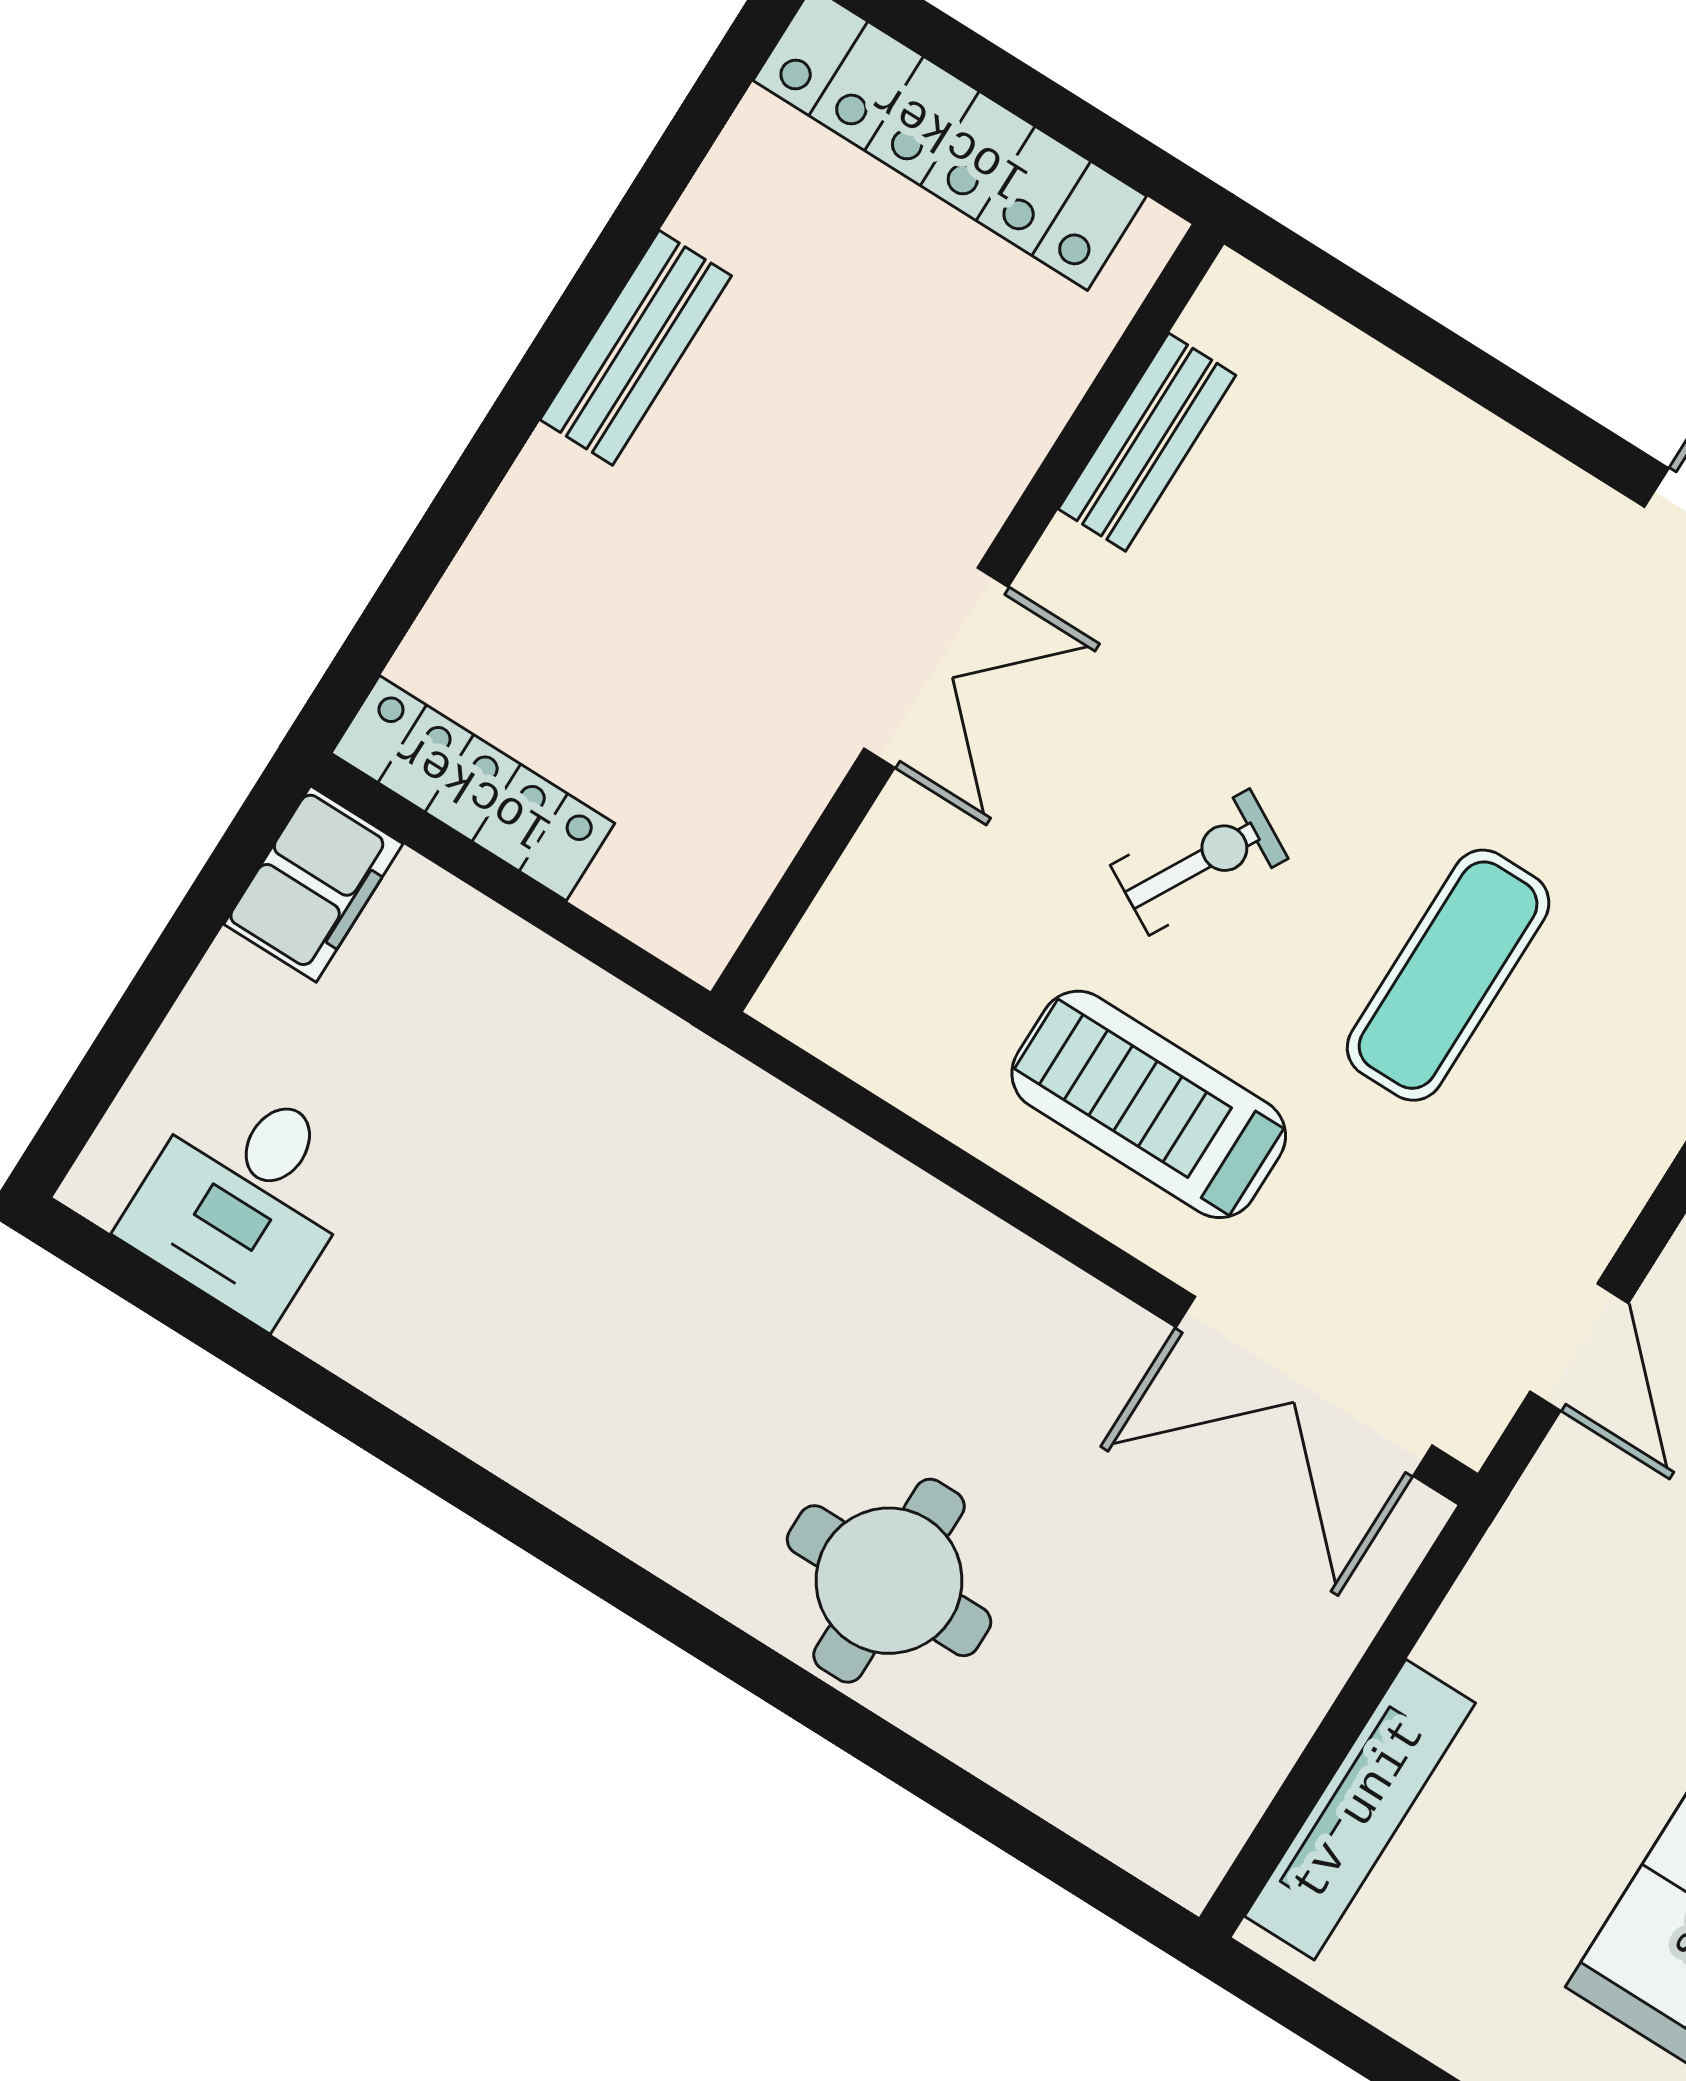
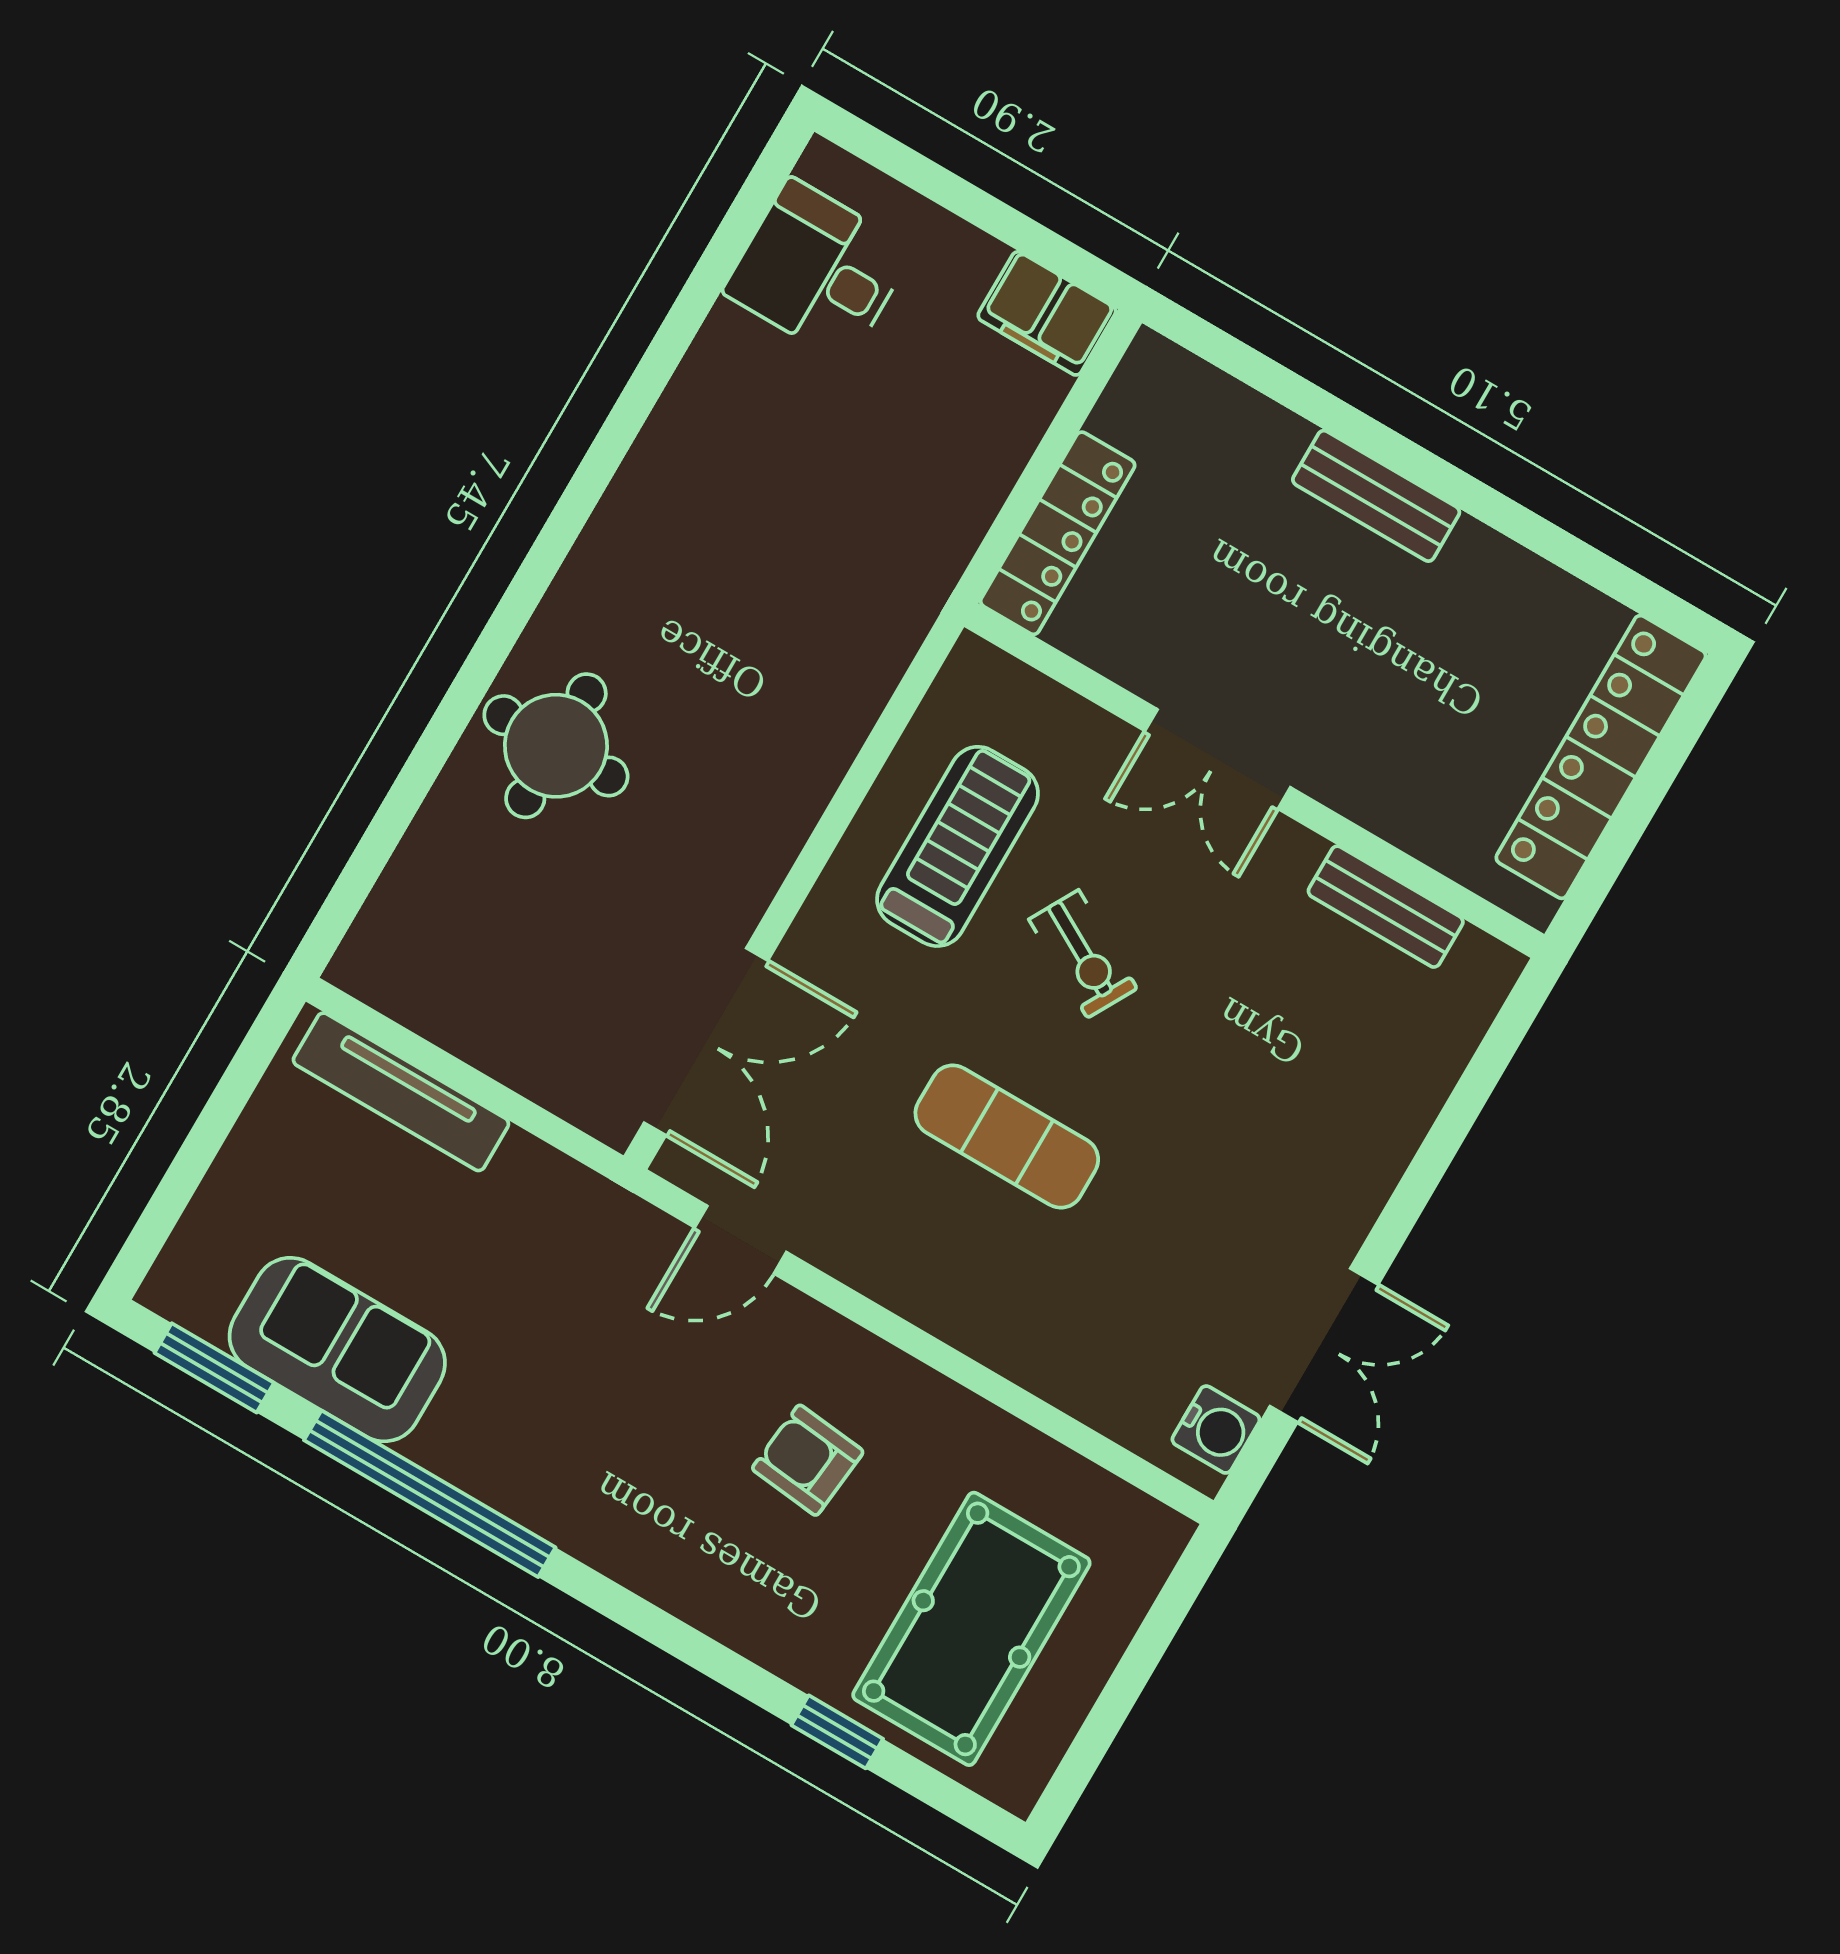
bench: (636, 348) -> (1376, 496), moved
locker: (473, 788) -> (1058, 533), moved
treadmill: (1149, 1104) -> (958, 846), moved
double door: (1304, 1386) -> (706, 1042), swing flipped

